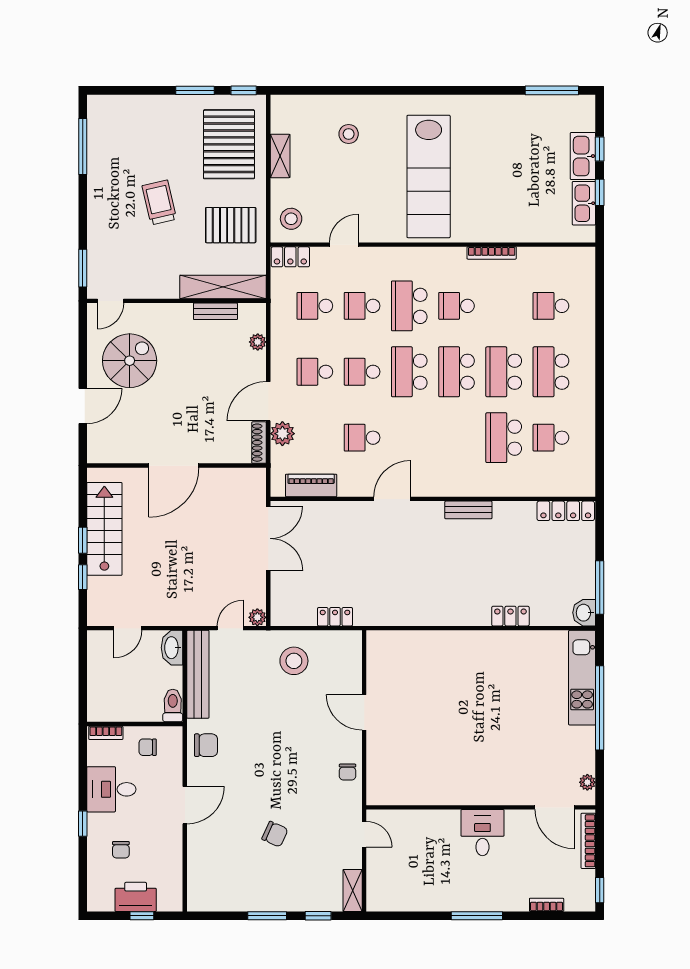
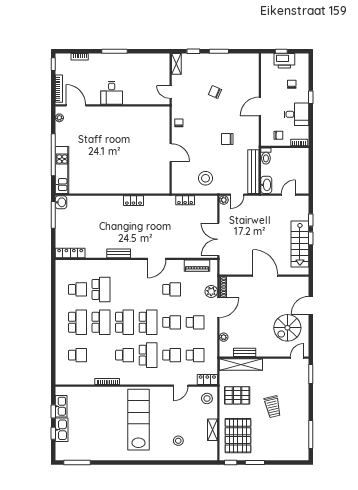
door: (174, 466) -> (265, 276), hinge flipped
locker: (510, 616) -> (133, 201), moved
chair: (206, 745) -> (227, 139), moved

